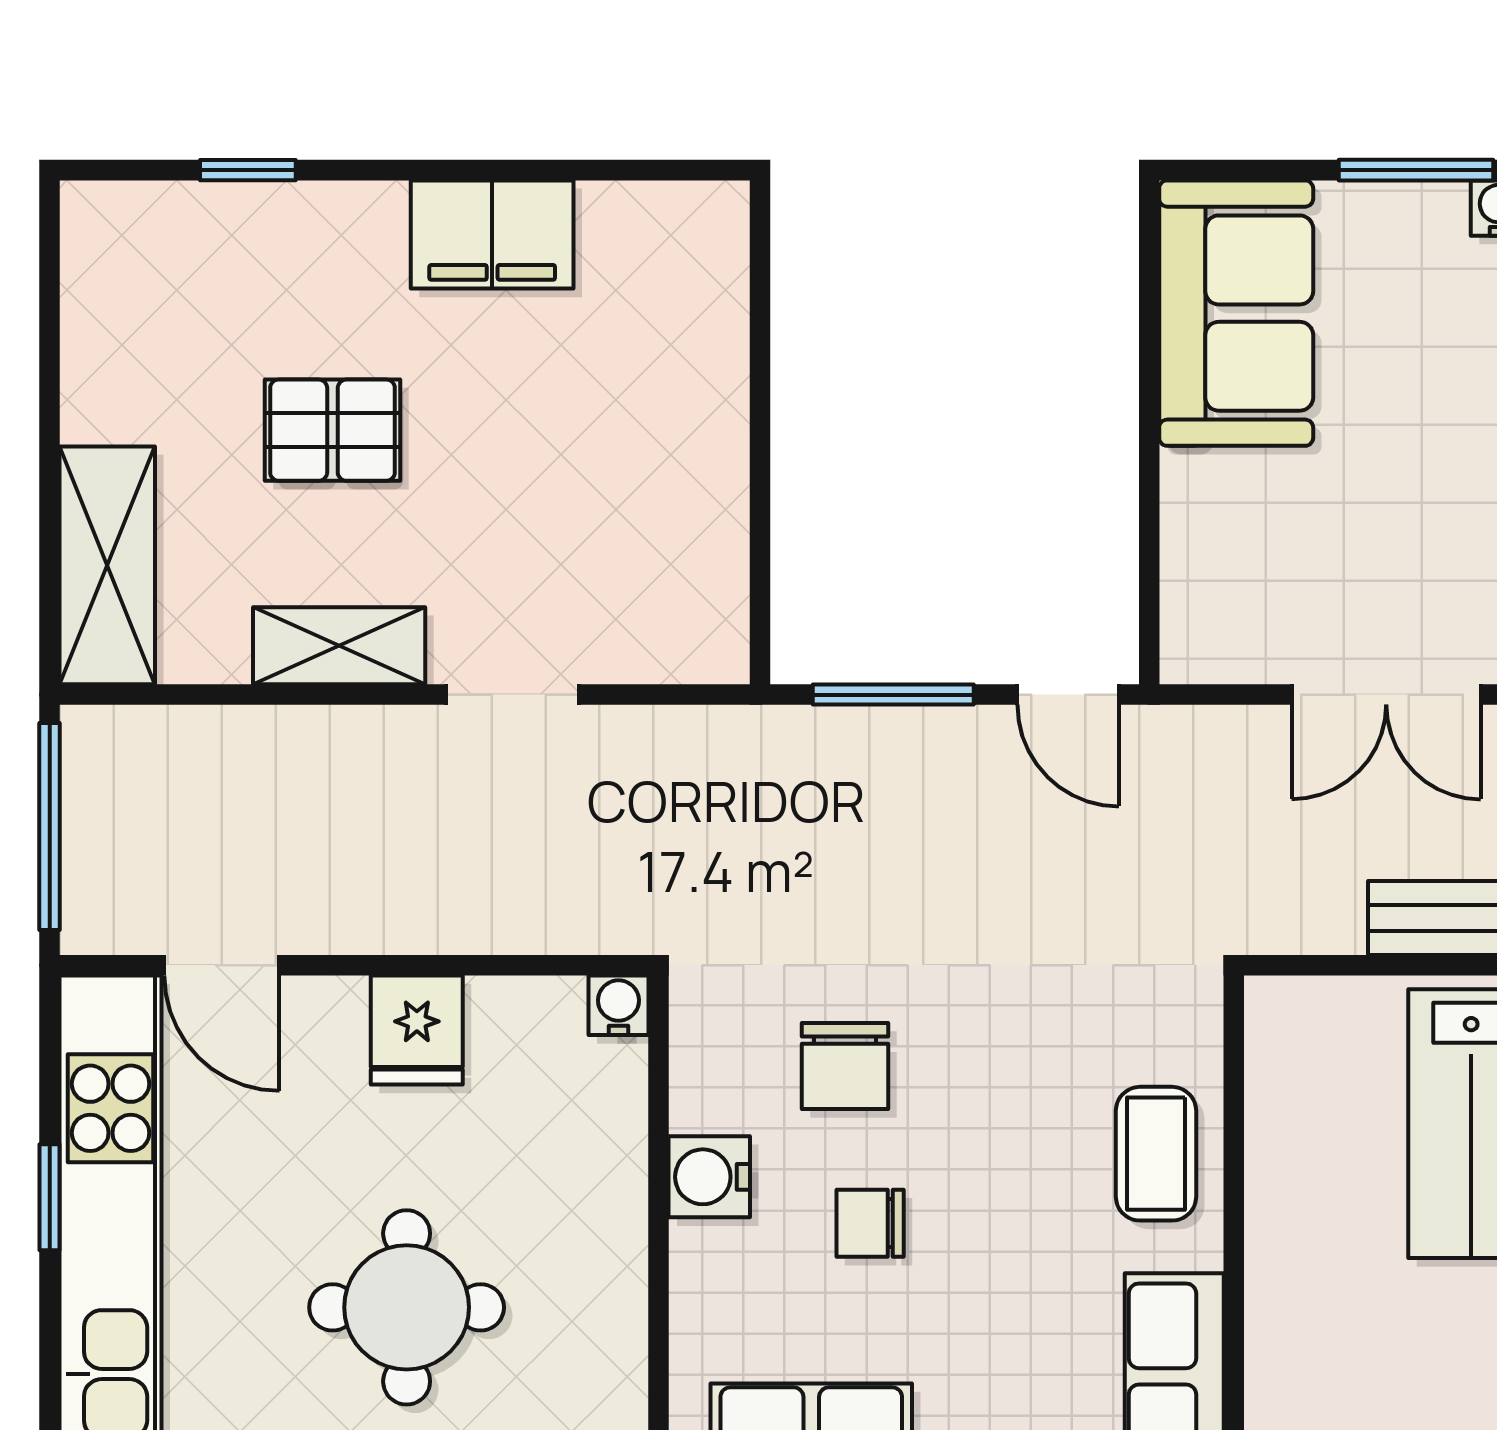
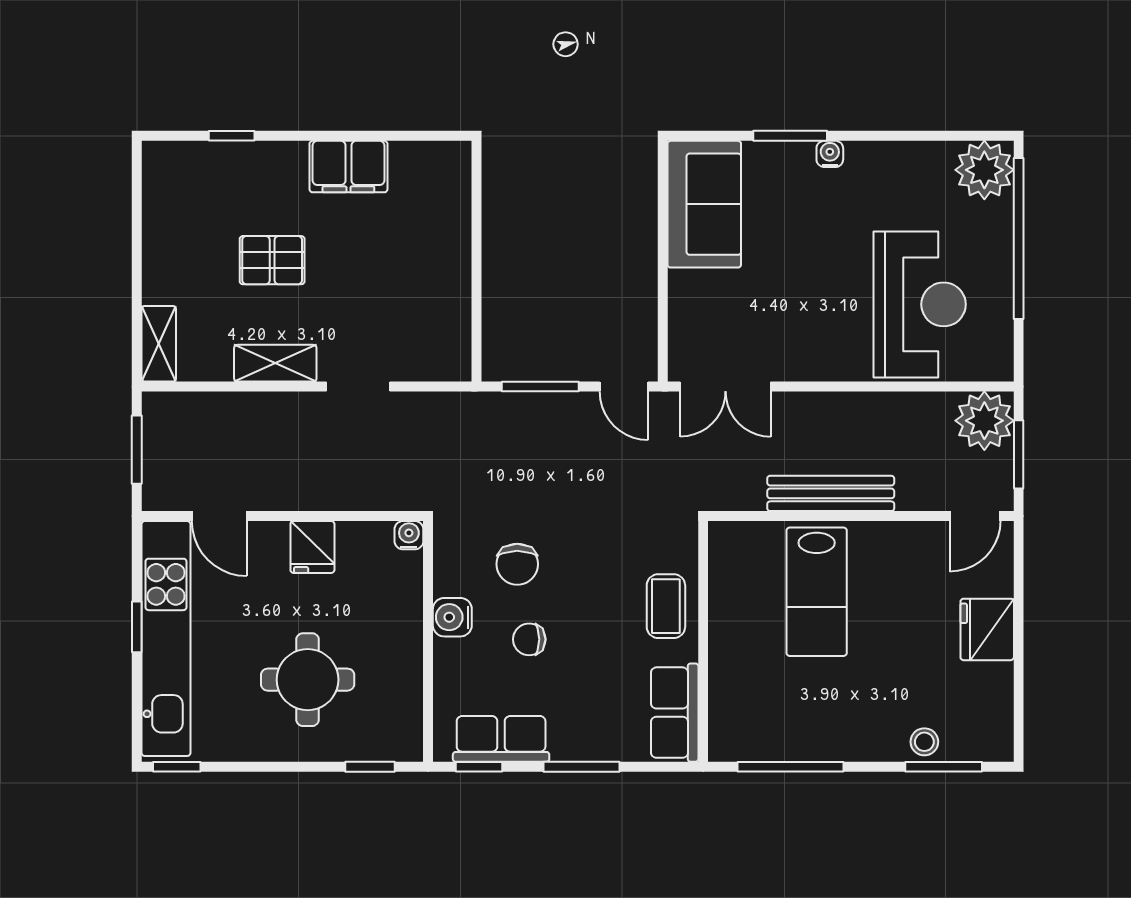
shelving: (107, 565) -> (159, 344), width x0.67, depth x0.75
double door: (1386, 695) -> (725, 387), moved
window: (50, 826) -> (137, 450), width x0.69

